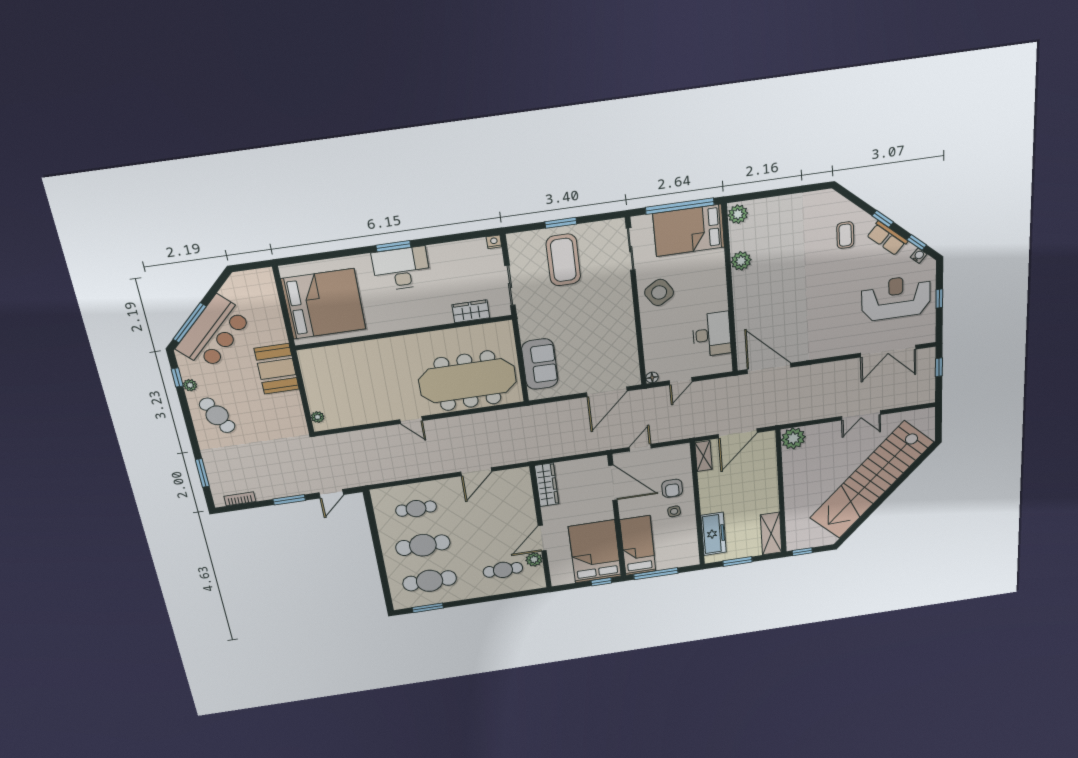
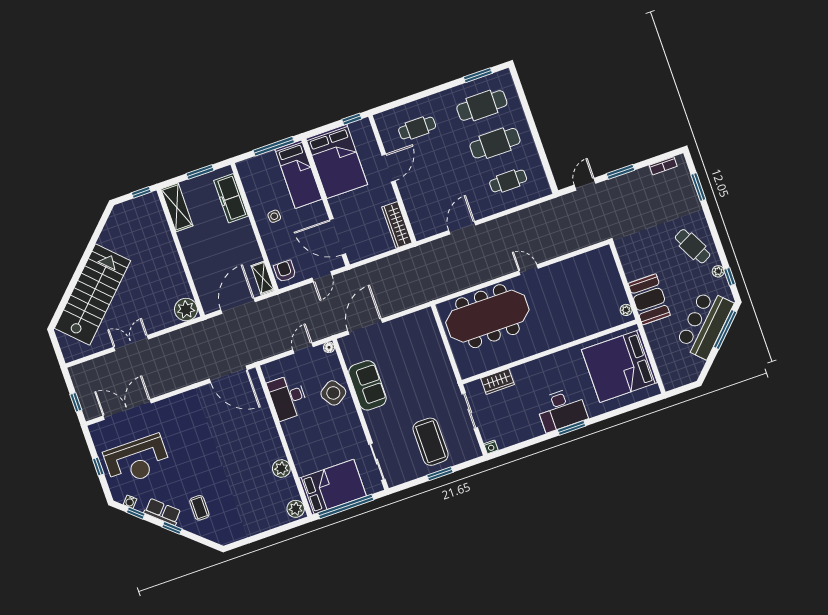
side table: (659, 292) -> (333, 393), moved
sofa: (540, 364) -> (367, 385), moved, turned 180
plant: (318, 417) -> (626, 310), moved
stairs: (871, 480) -> (92, 294), width x0.73
armchair: (672, 488) -> (285, 271), moved
plant: (534, 559) -> (391, 144), removed
window: (601, 582) -> (352, 119), moved

